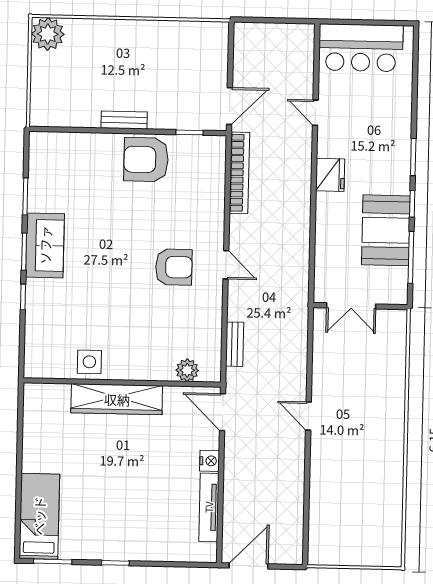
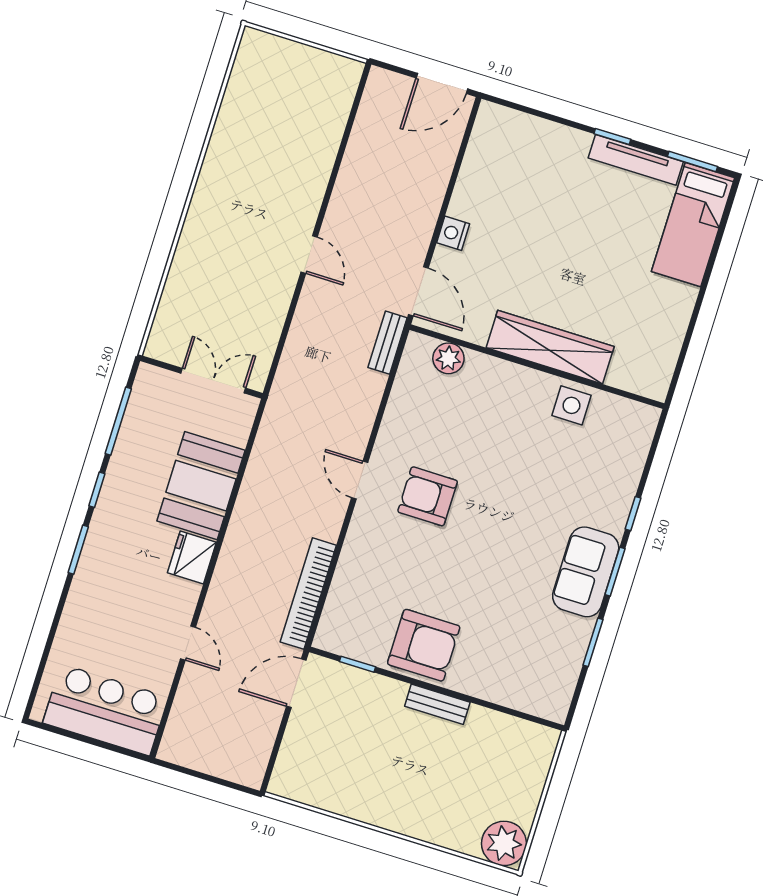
booth: (386, 230) -> (201, 486), moved
bench: (235, 344) -> (388, 343), moved
tv unit: (209, 507) -> (636, 160), moved, turned 90

